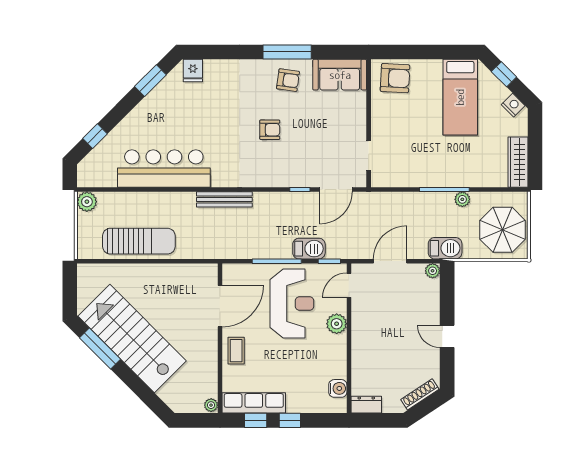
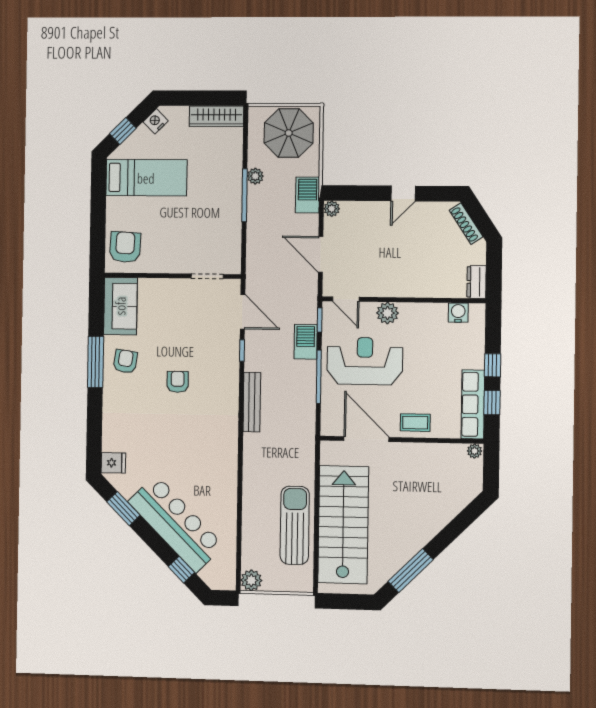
bar counter: (164, 169) -> (176, 524), moved, turned 135
bench: (224, 199) -> (252, 402), moved
stairs: (132, 339) -> (343, 525), moved, turned 135

